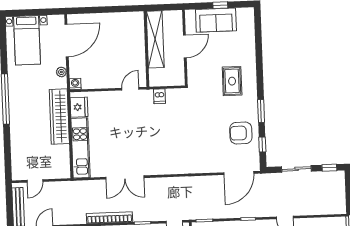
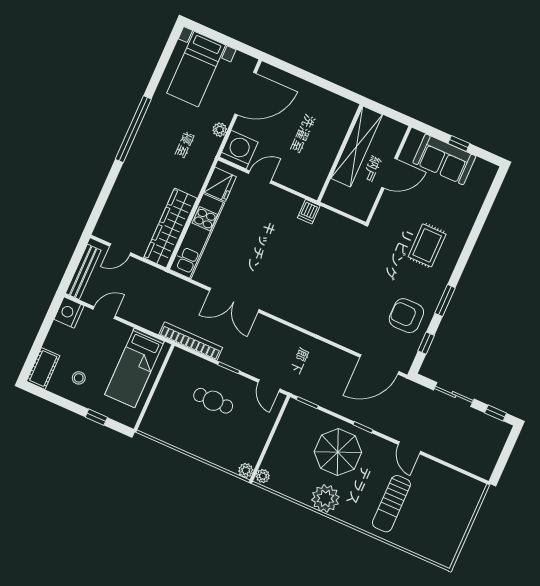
washing machine: (75, 84) -> (239, 150), width x1.89, depth x1.89
door: (130, 89) -> (260, 177), moved
dishwasher: (159, 96) -> (309, 212), moved
wardrobe: (59, 117) -> (170, 228), moved

